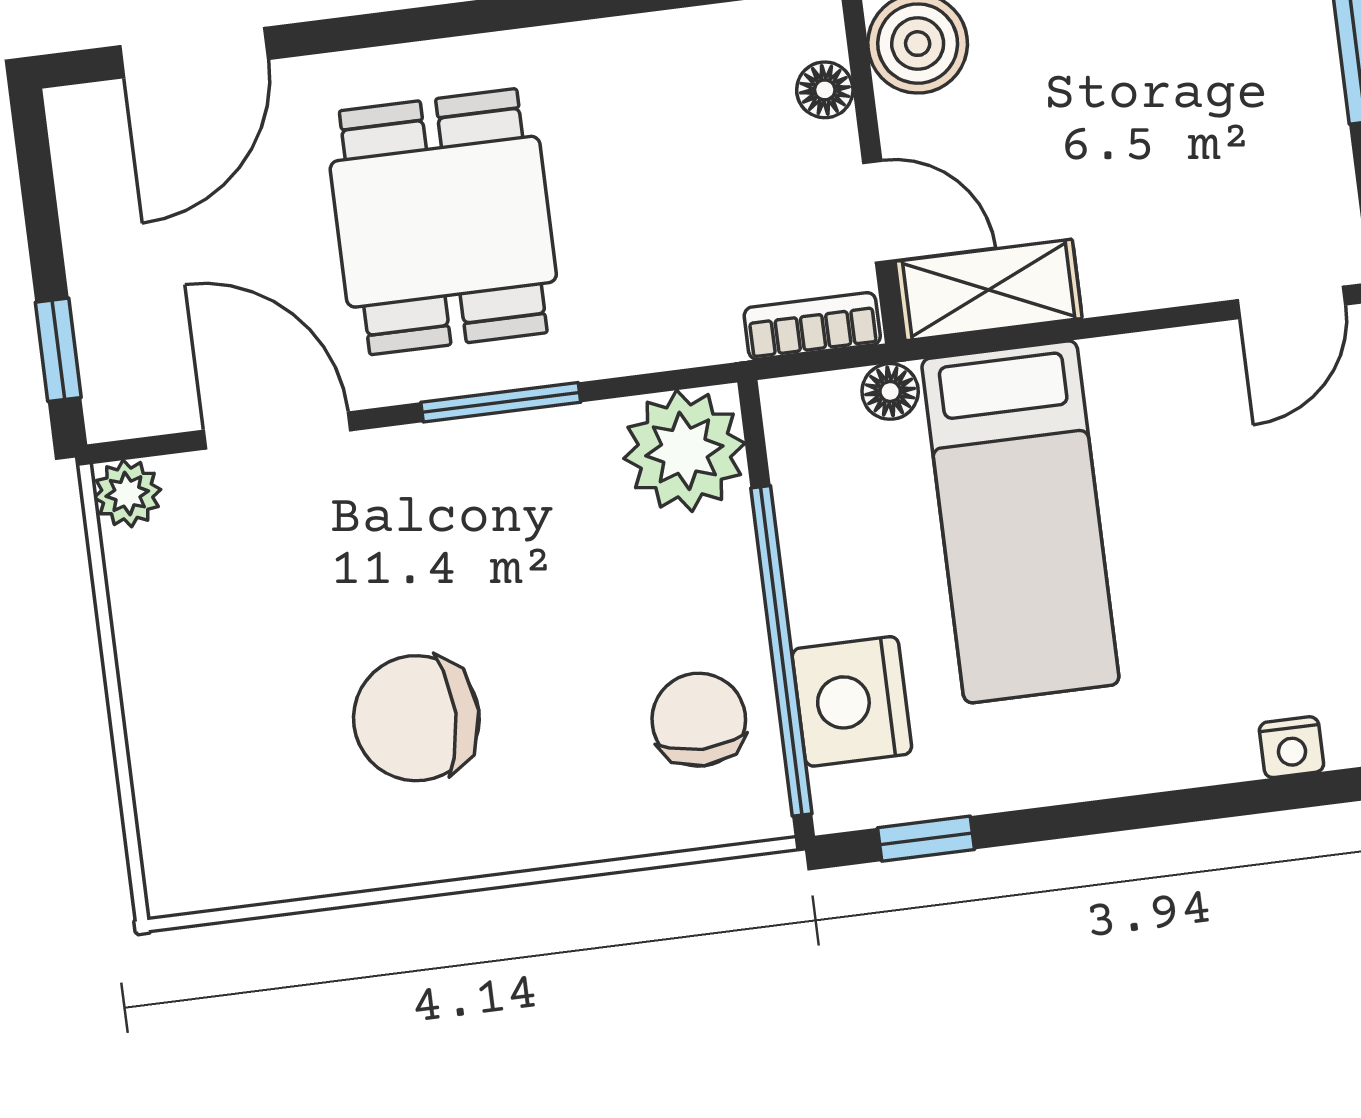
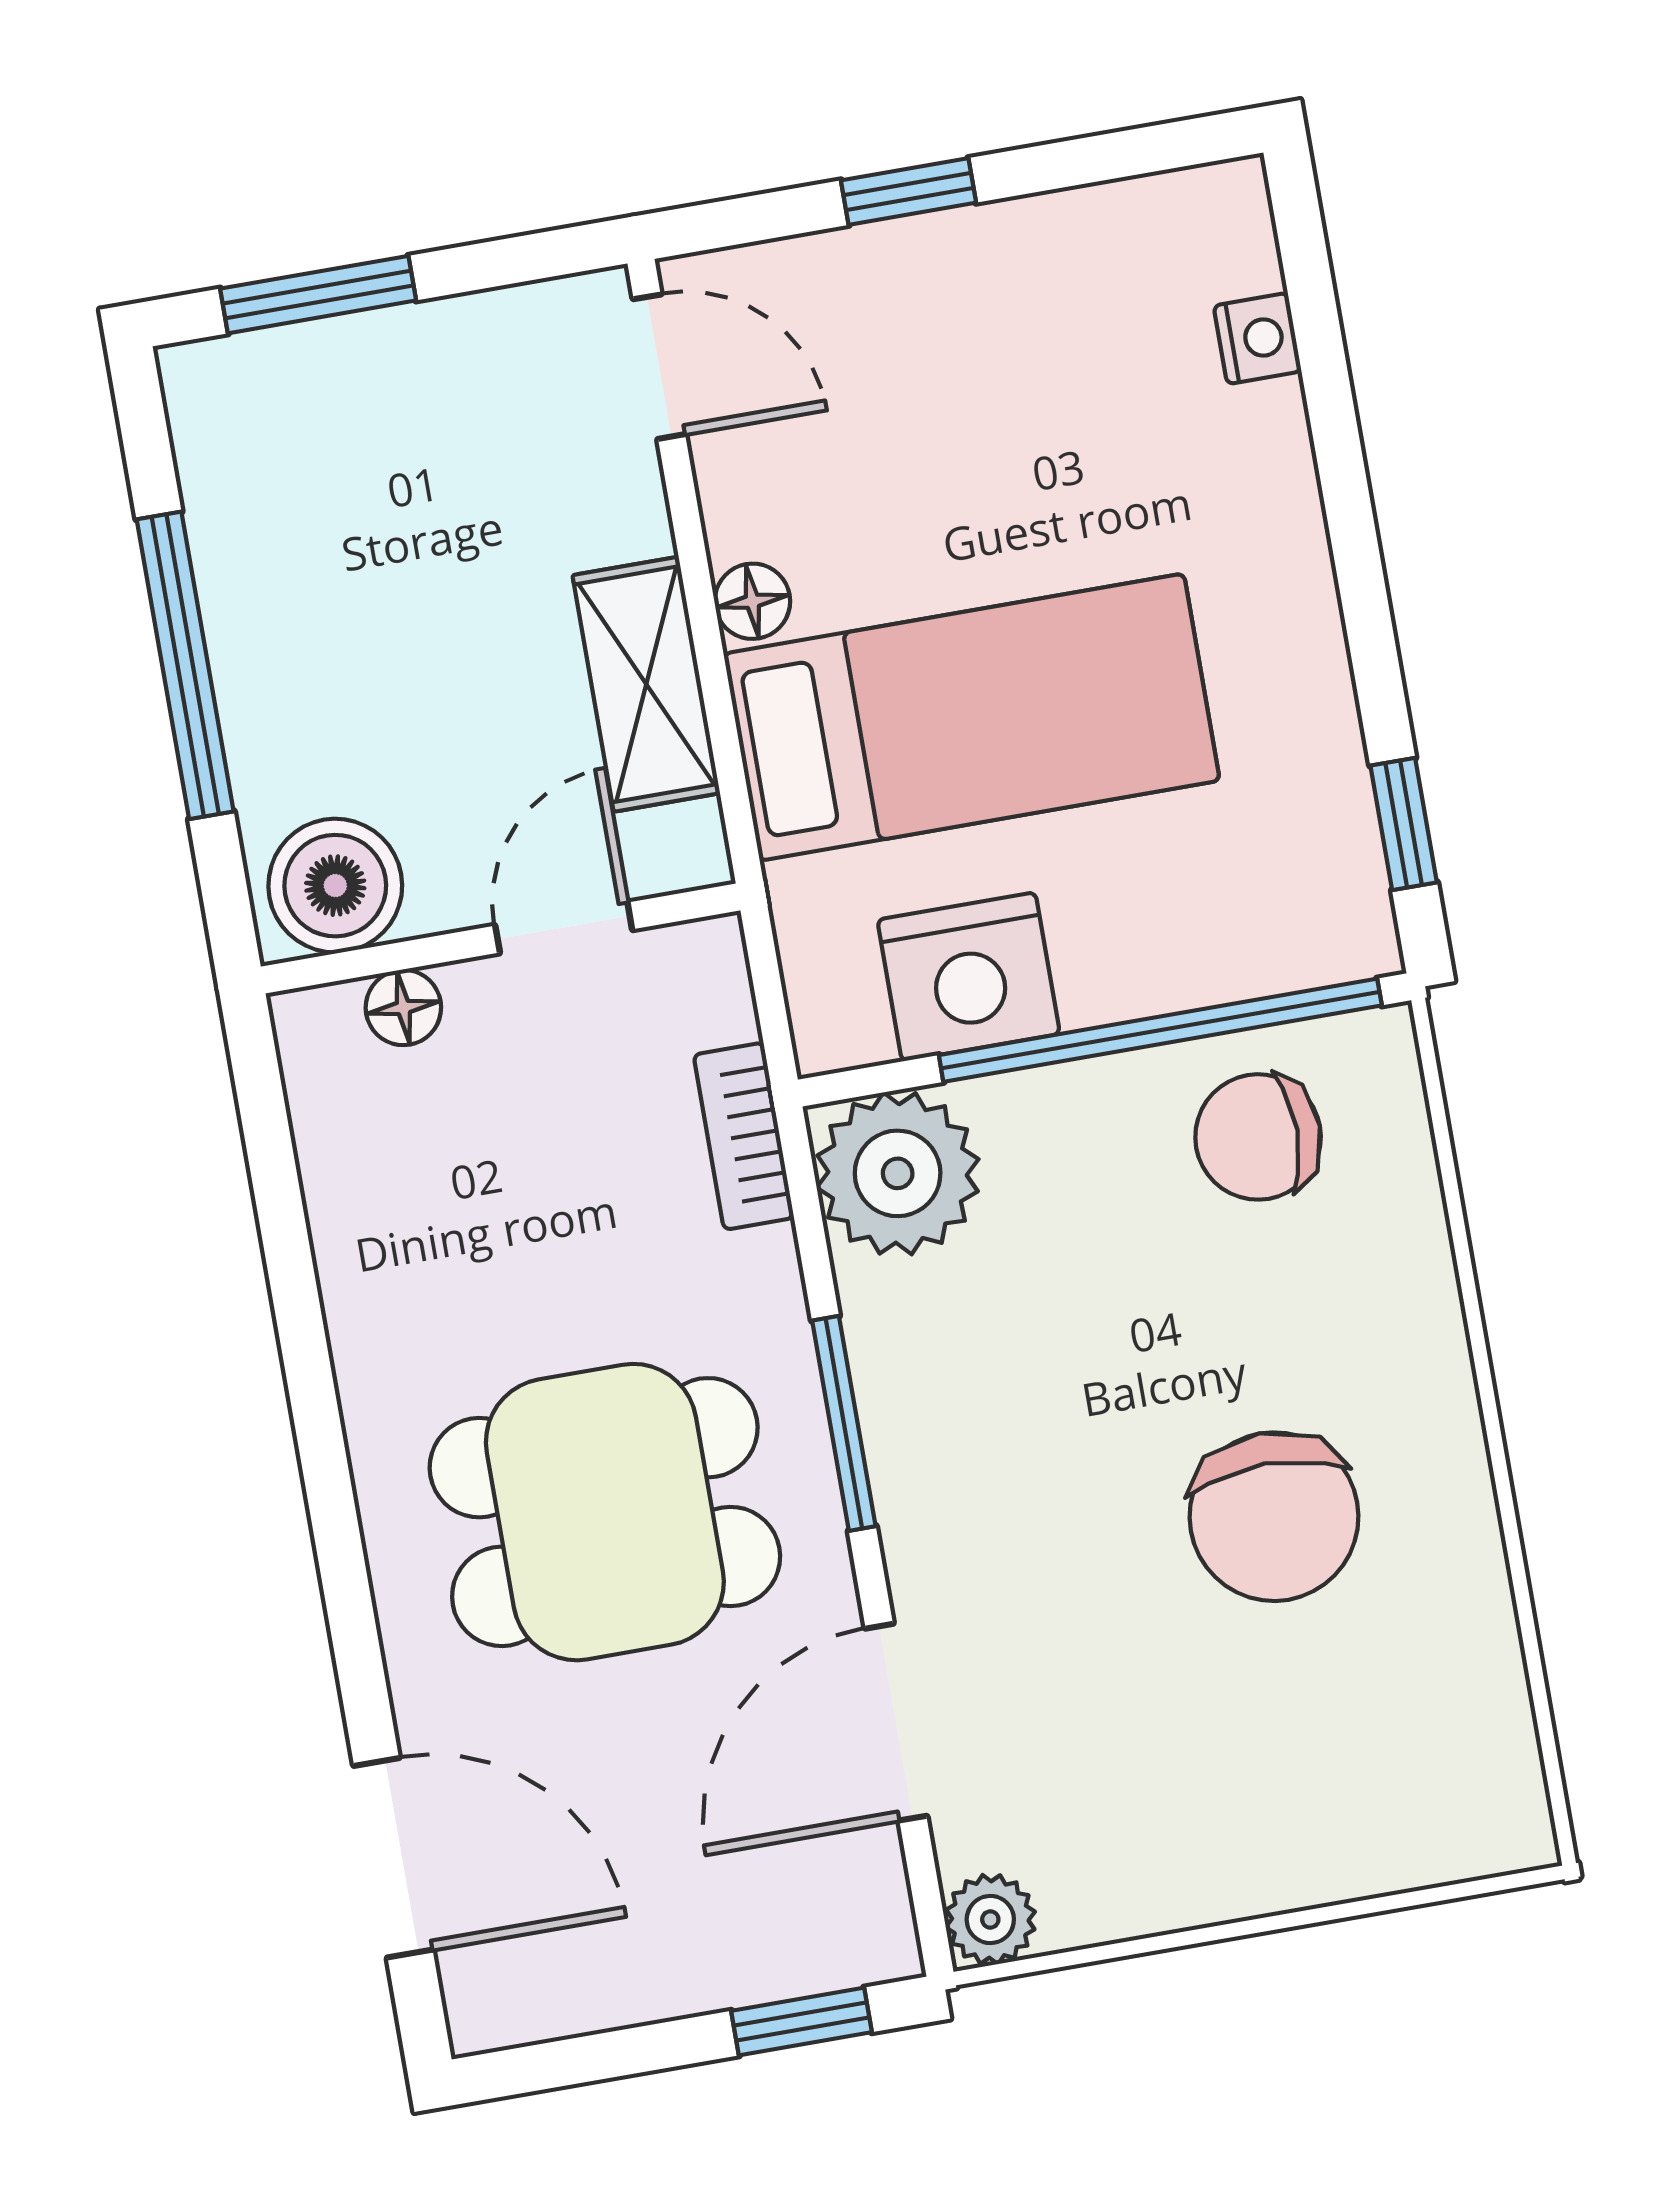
shelving: (989, 290) -> (646, 684), moved
bookcase: (812, 326) -> (744, 1136), moved
floor lamp: (890, 391) -> (752, 601), moved
nightstand: (852, 701) -> (969, 977), moved

